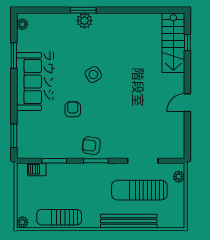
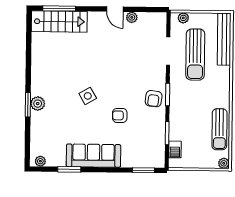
window: (187, 42) -> (59, 8), width x2.17
plant: (179, 121) -> (132, 17), added
bench: (129, 221) -> (224, 39), moved

